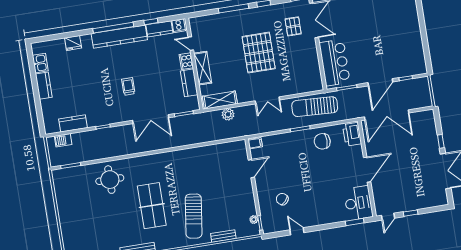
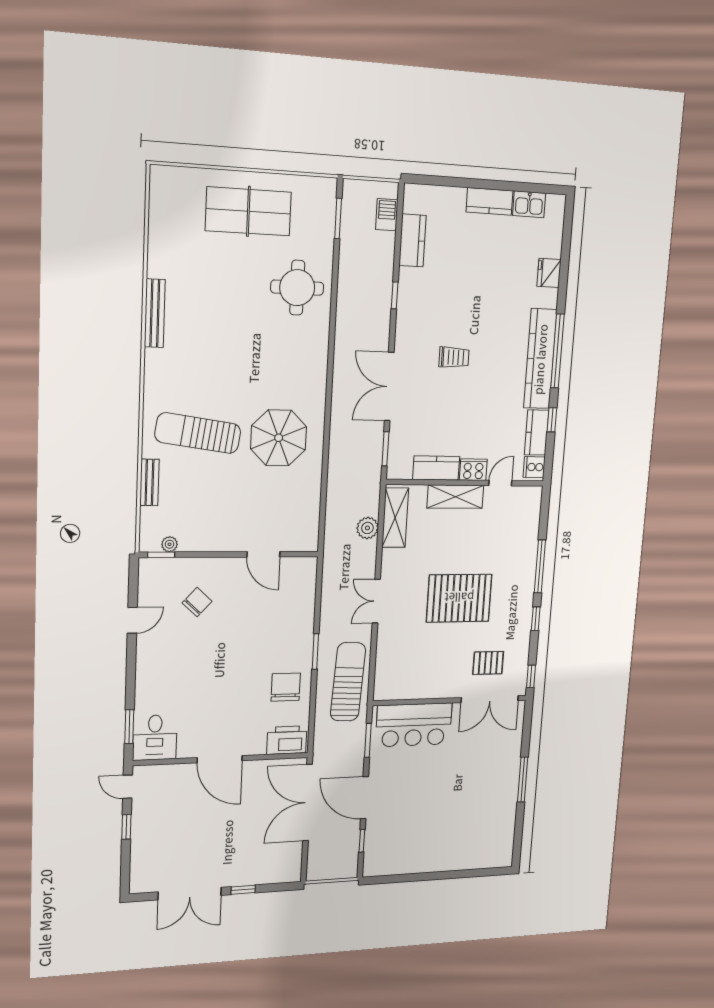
filing cabinet: (255, 143) -> (307, 568), removed
parasol: (188, 173) -> (279, 438), added
desk: (358, 203) -> (155, 737), width x0.73
table tennis table: (152, 206) -> (248, 211), moved

